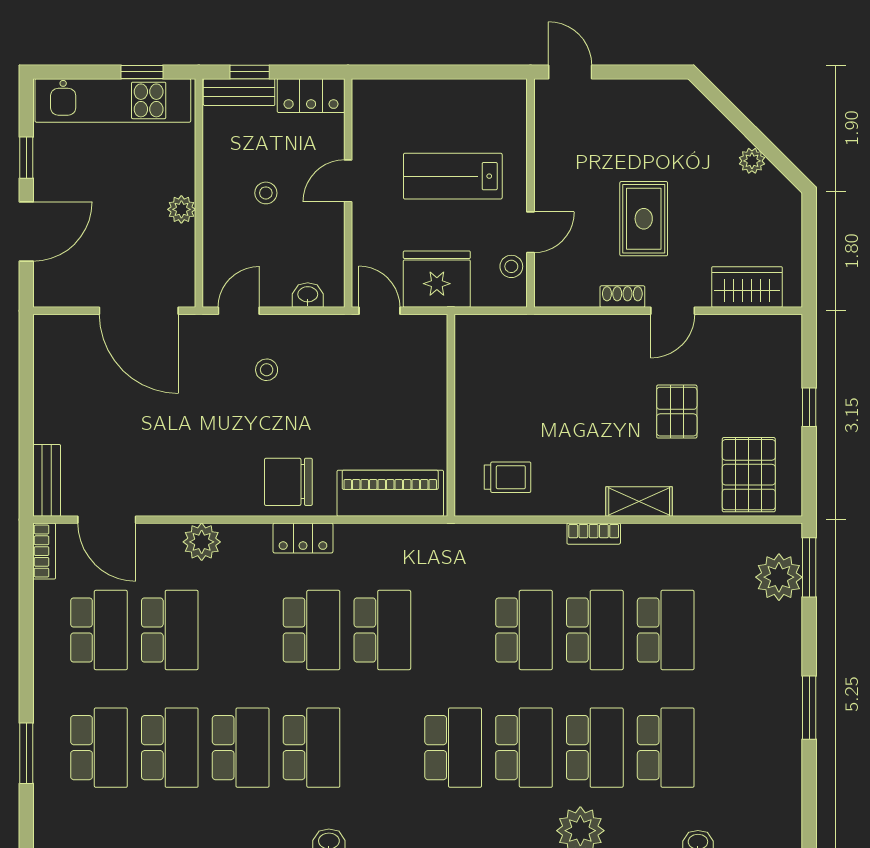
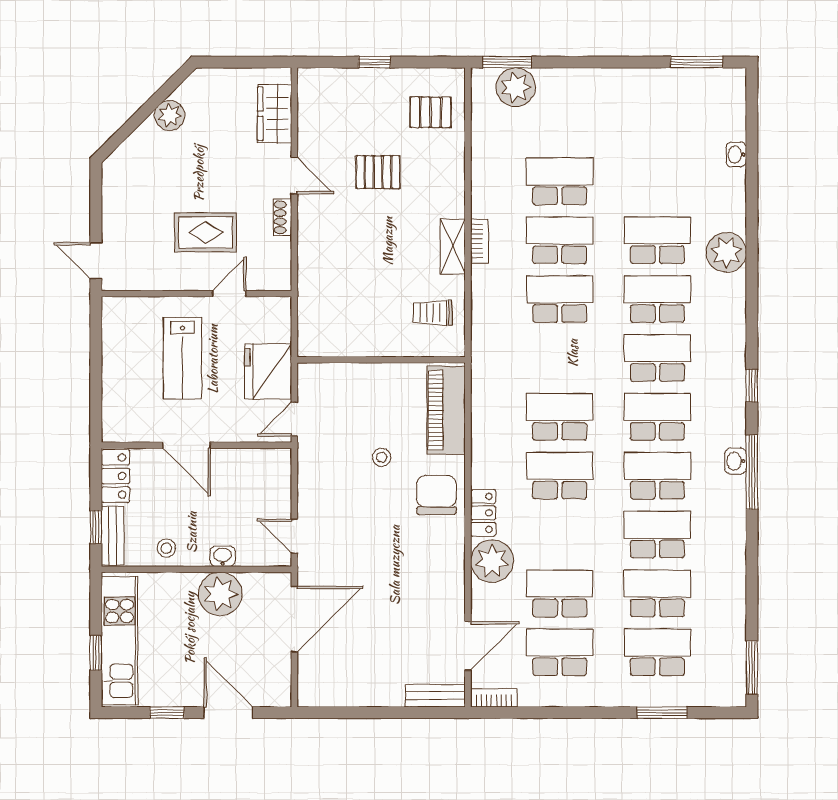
window: (142, 72) -> (96, 653), moved
door: (570, 72) -> (96, 261), hinge flipped
plant: (752, 161) -> (170, 115), width x1.38, depth x1.38
door: (348, 181) -> (186, 445), width x1.38
stool: (266, 193) -> (166, 548), moved
plant: (181, 209) -> (220, 594), width x1.88, depth x1.88
rug: (644, 219) -> (206, 232), moved
door: (531, 232) -> (229, 294), hinge flipped
stool: (511, 266) -> (257, 310), removed
washbasin: (308, 295) -> (223, 556), moved, turned 90
stool: (267, 370) -> (382, 457), moved
pallet: (749, 475) -> (431, 112), width x0.67, depth x0.71
trolley: (508, 477) -> (433, 313), turned -90
chair: (288, 482) -> (436, 495), turned 180
shelving: (639, 501) -> (453, 247), moved
locker: (303, 538) -> (483, 513), moved
plant: (202, 542) -> (492, 561), width x1.36, depth x1.36
window: (809, 708) -> (697, 62), moved
school desk: (666, 748) -> (657, 417), moved

